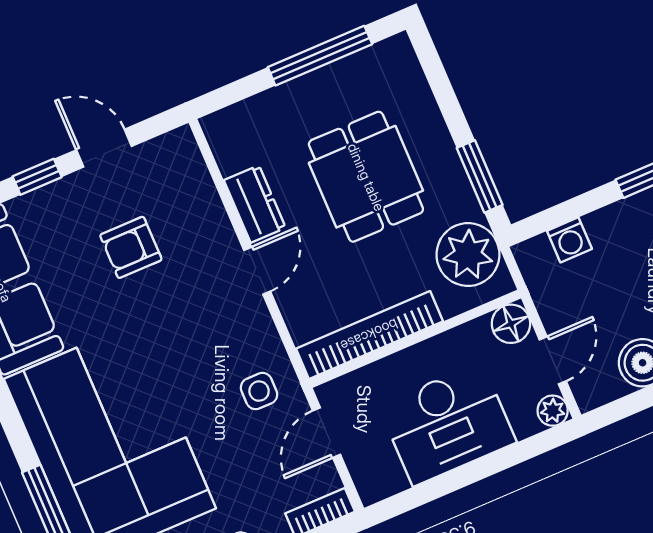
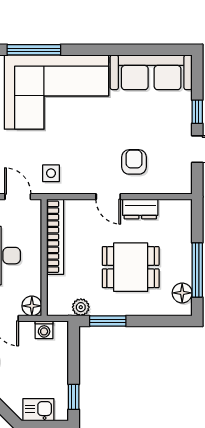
floor lamp: (373, 65) -> (182, 293), added
washing machine: (569, 240) -> (44, 330), moved, turned -90
armchair: (131, 247) -> (134, 162), moved
plant: (468, 255) -> (81, 307), width x0.53, depth x0.53

